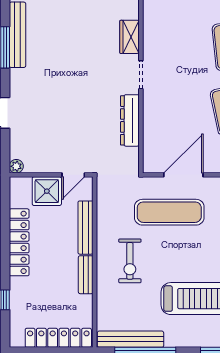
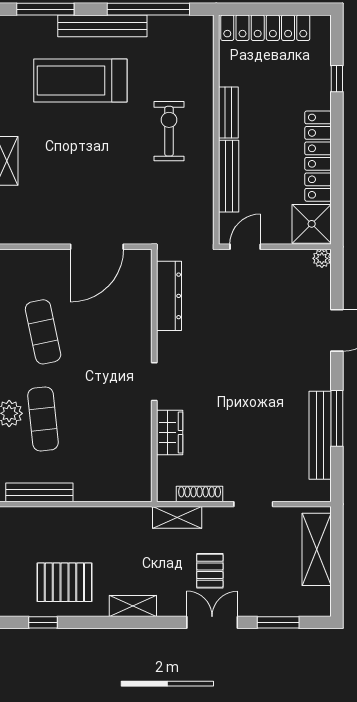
dresser: (130, 120) -> (169, 296), moved
shower: (47, 191) -> (312, 224), moved
exercise mat: (169, 212) -> (116, 197), removed
bench: (130, 339) -> (102, 26), moved

